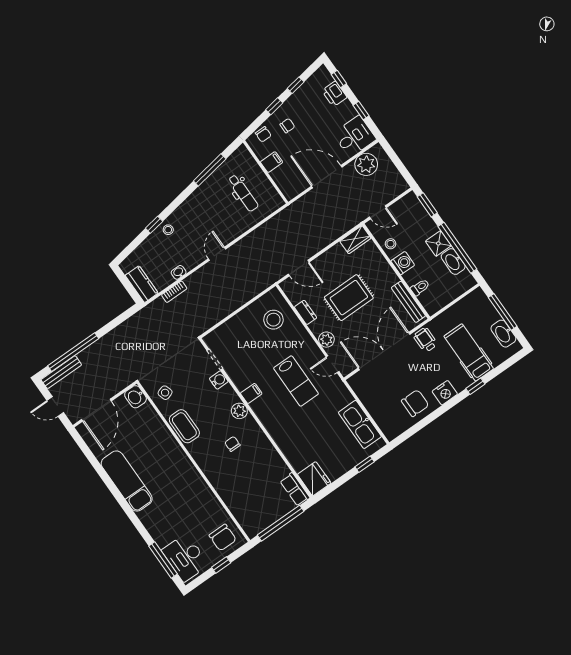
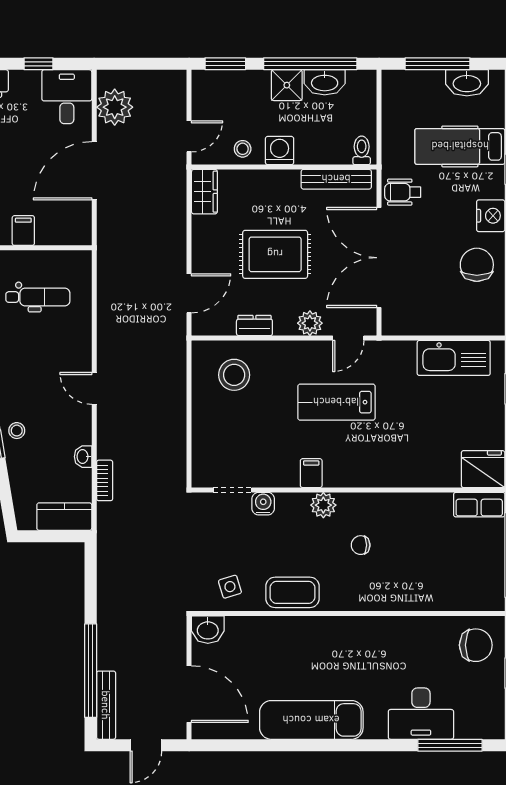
toilet: (420, 287) -> (362, 150), moved
rug: (349, 298) -> (275, 254), turned 90
lab bench: (296, 381) -> (336, 402), turned 180
desk: (185, 558) -> (421, 714), moved

